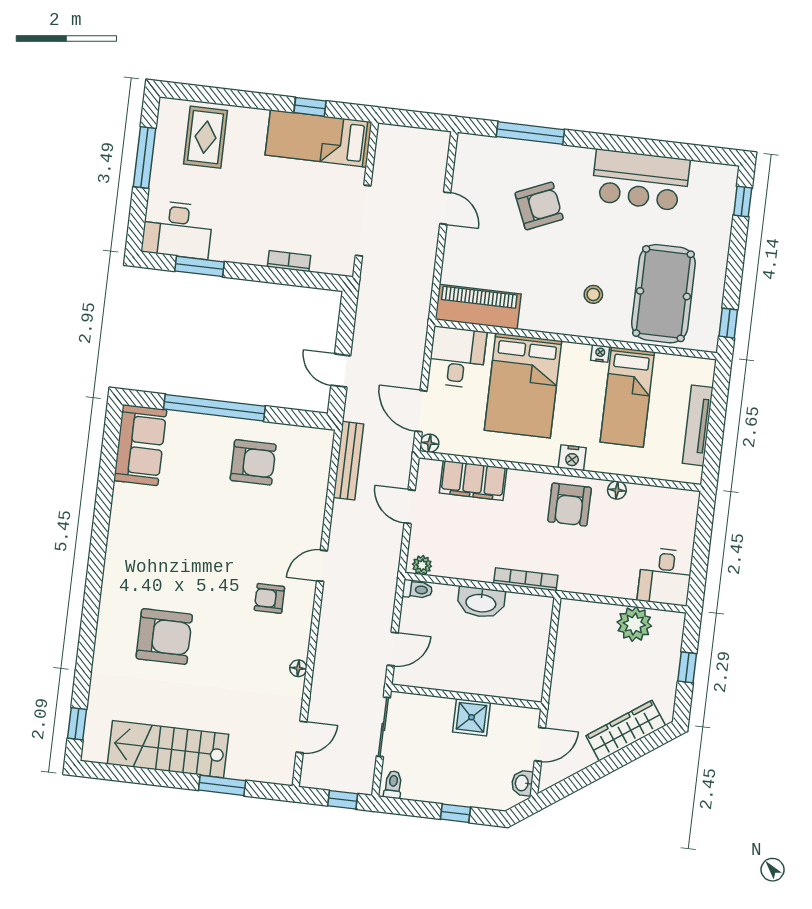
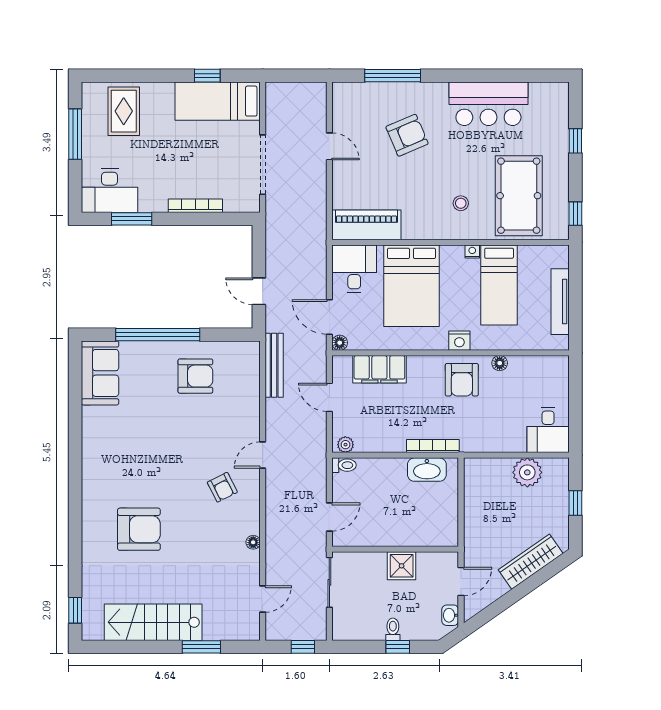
window: (743, 202) -> (575, 141), moved
bookcase: (289, 261) -> (195, 206), width x1.56
armchair: (269, 598) -> (222, 487), turned -117
washbasin: (481, 602) -> (427, 470), moved
toilet: (393, 785) -> (393, 629), moved

